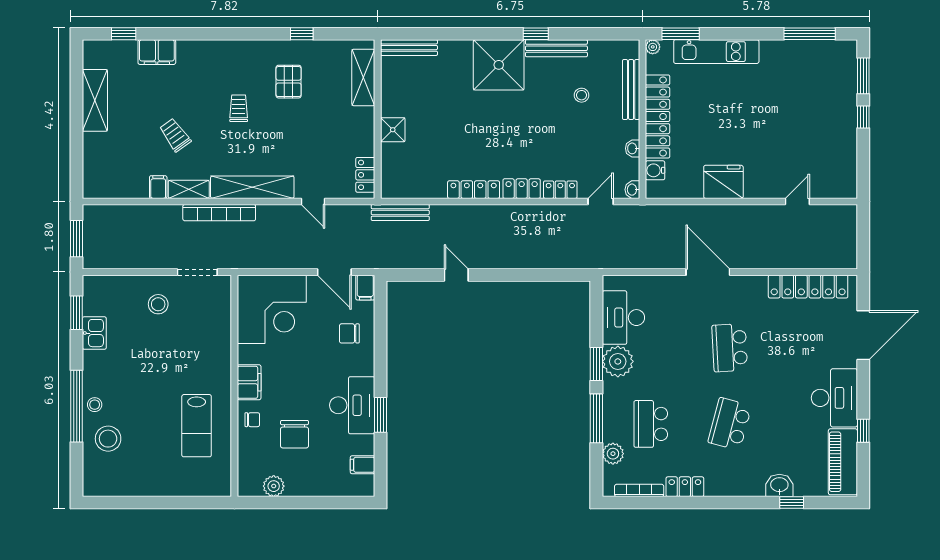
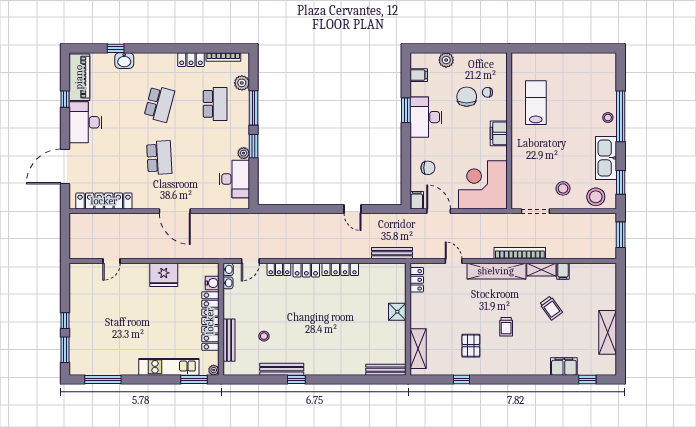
shower: (499, 65) -> (322, 357), removed
washbasin: (633, 148) -> (228, 283), moved
kitchen sink: (94, 333) -> (606, 158), width x1.88, depth x1.24
plant: (618, 361) -> (244, 153), width x0.53, depth x0.53
chair: (252, 420) -> (487, 92), moved
stool: (108, 439) -> (596, 197), moved
plant: (274, 486) -> (446, 60), moved

